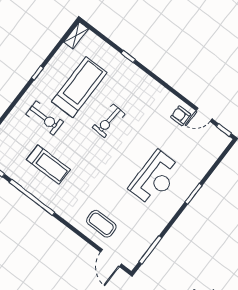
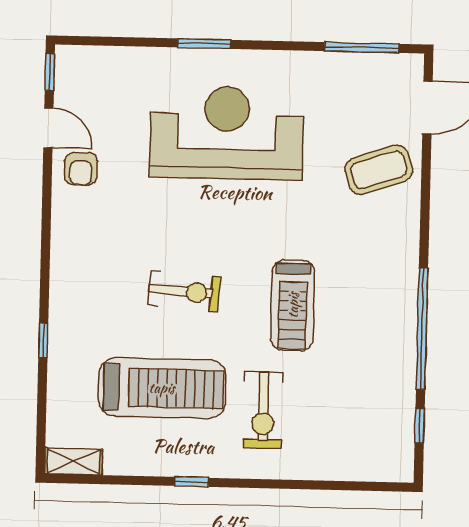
treadmill: (79, 87) -> (162, 388), turned 180
exercise bike: (45, 118) -> (263, 410), turned 180
treadmill: (48, 165) -> (293, 305), moved, turned 180
reception desk: (155, 178) -> (227, 133), width x1.36, depth x1.30
coffee table: (101, 224) -> (379, 170), turned 71

